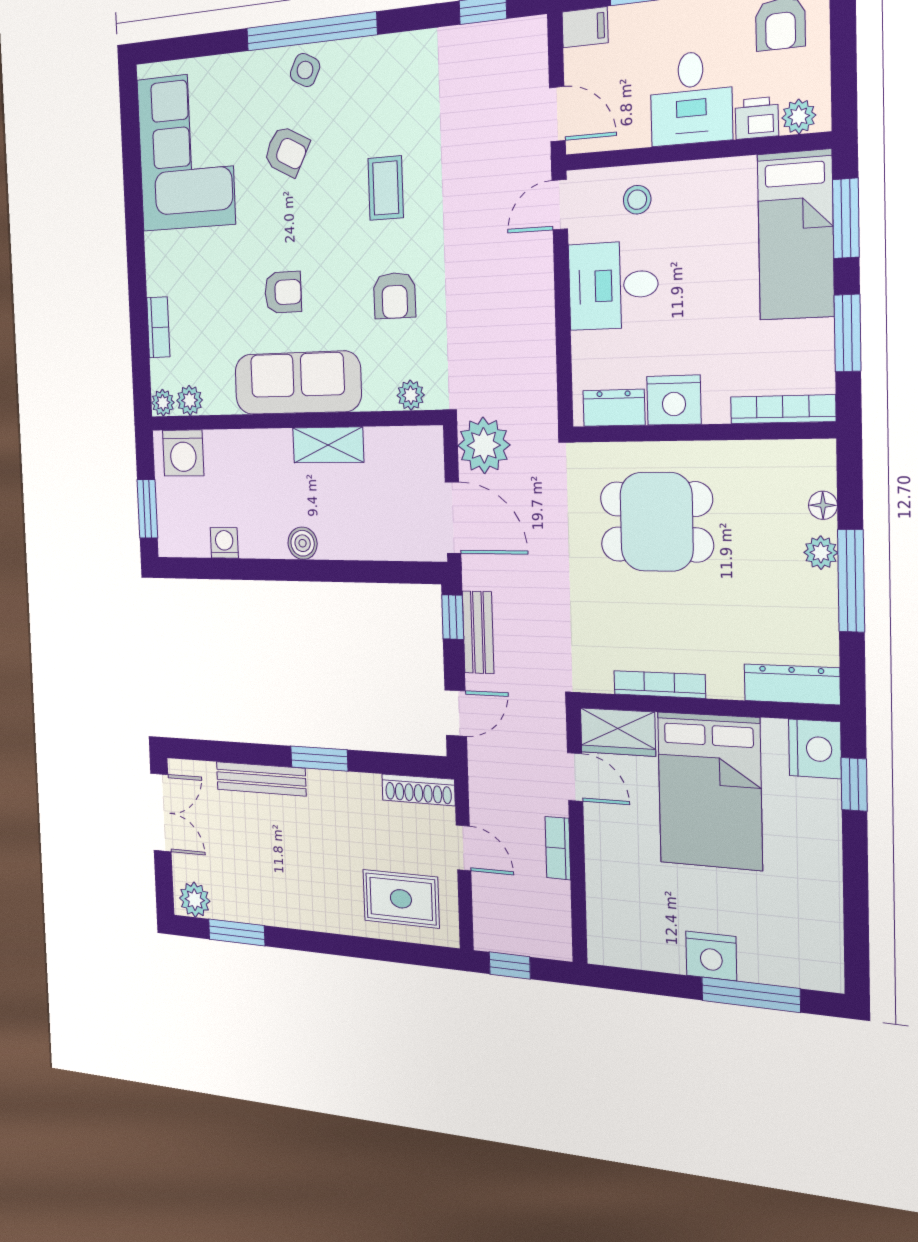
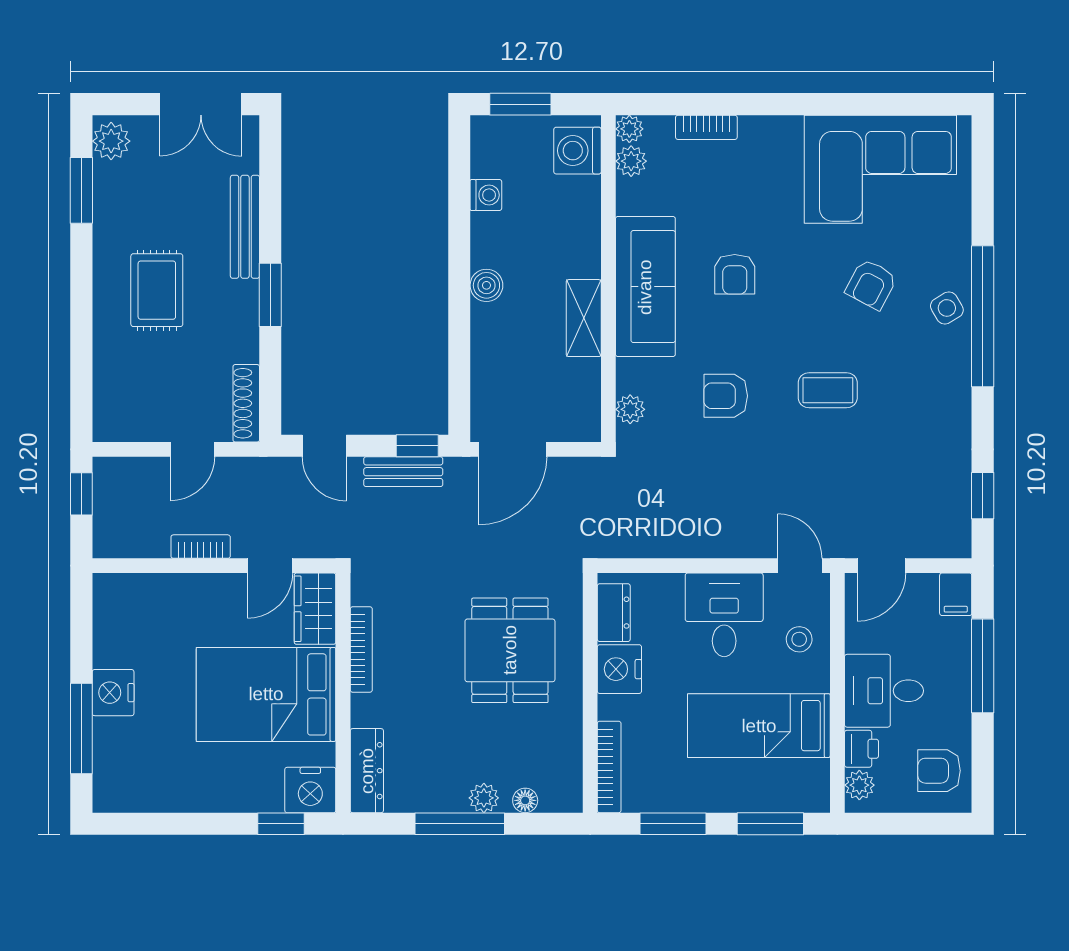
side table: (305, 70) -> (947, 308), turned 31
bed: (796, 235) -> (759, 726), moved
plant: (484, 445) -> (581, 483), removed
rug: (401, 899) -> (157, 290), moved

